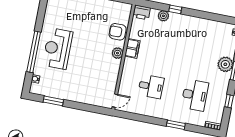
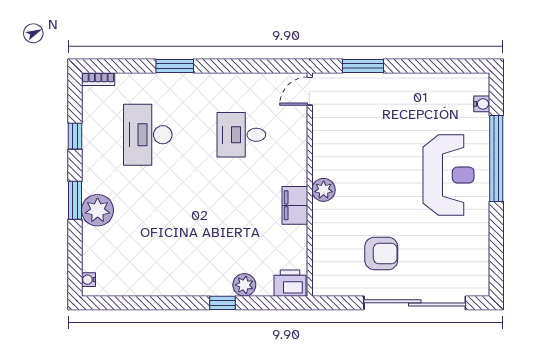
armchair: (118, 32) -> (381, 253), moved
window: (53, 101) -> (363, 66), moved

